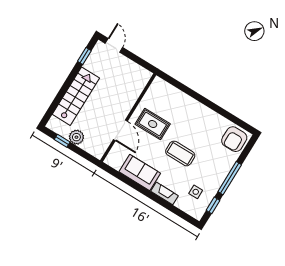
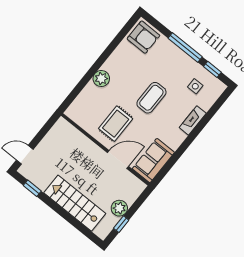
plant: (192, 106) -> (101, 79), added
sofa: (140, 172) -> (153, 161), moved

